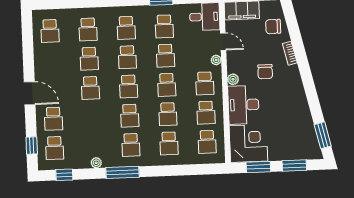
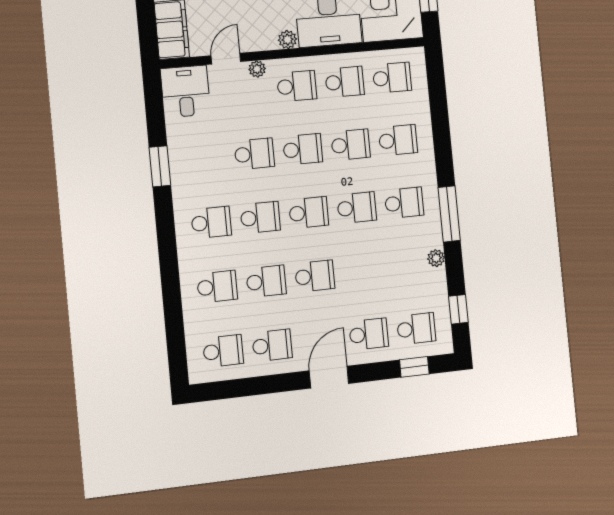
school desk: (164, 26) -> (272, 345), moved

